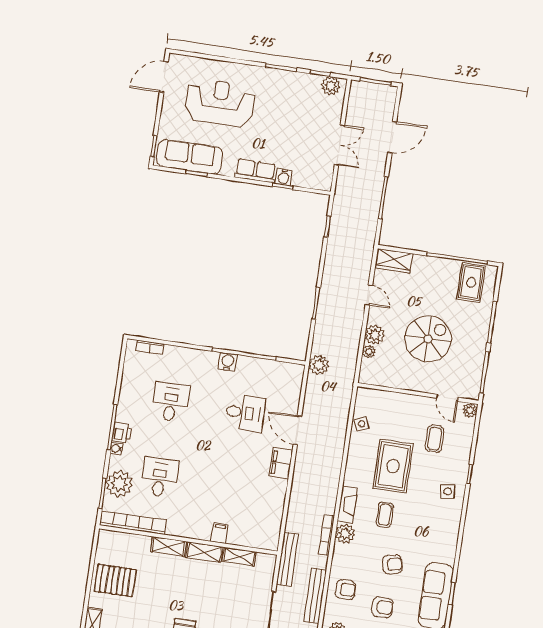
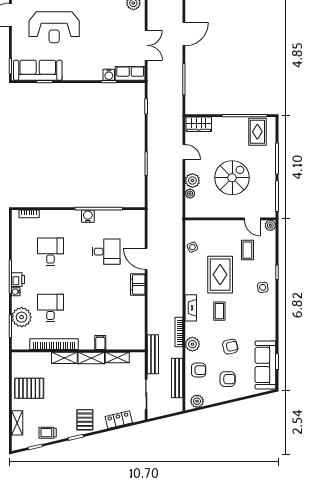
reception desk: (220, 103) -> (54, 27), turned 180
row of seats: (255, 171) -> (130, 73), moved
plant: (319, 365) -> (155, 209), removed
bookcase: (133, 523) -> (54, 344), moved
plant: (345, 534) -> (192, 344), moved

